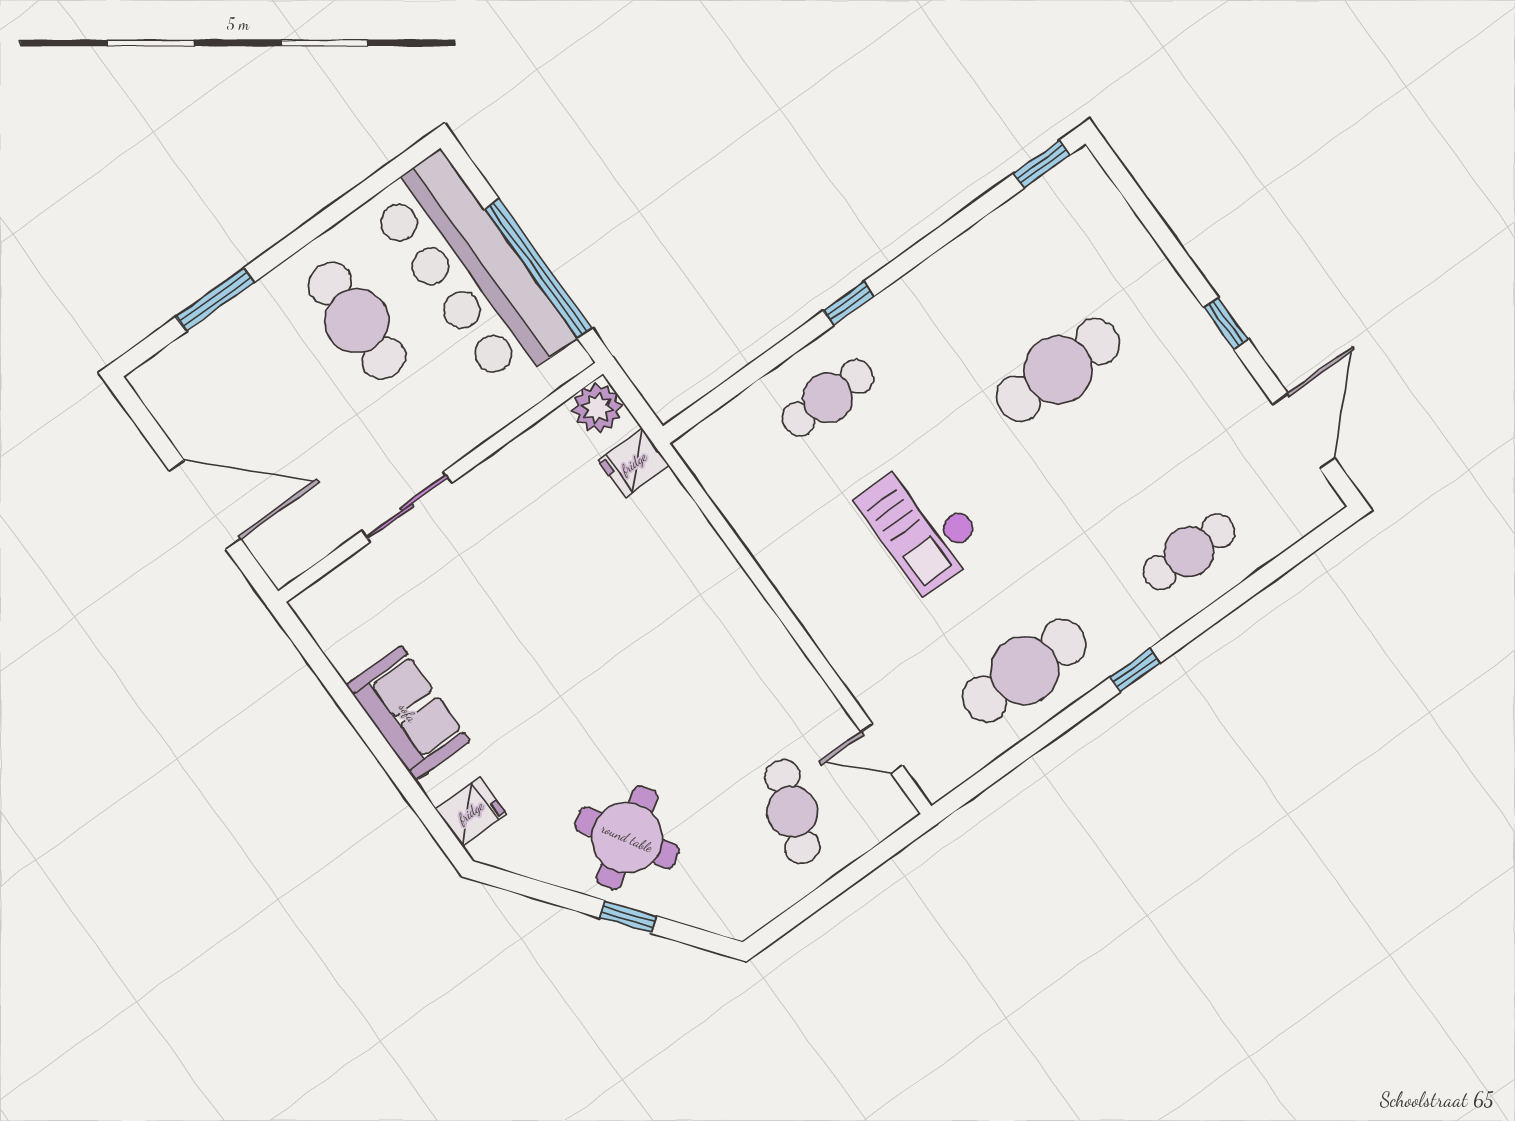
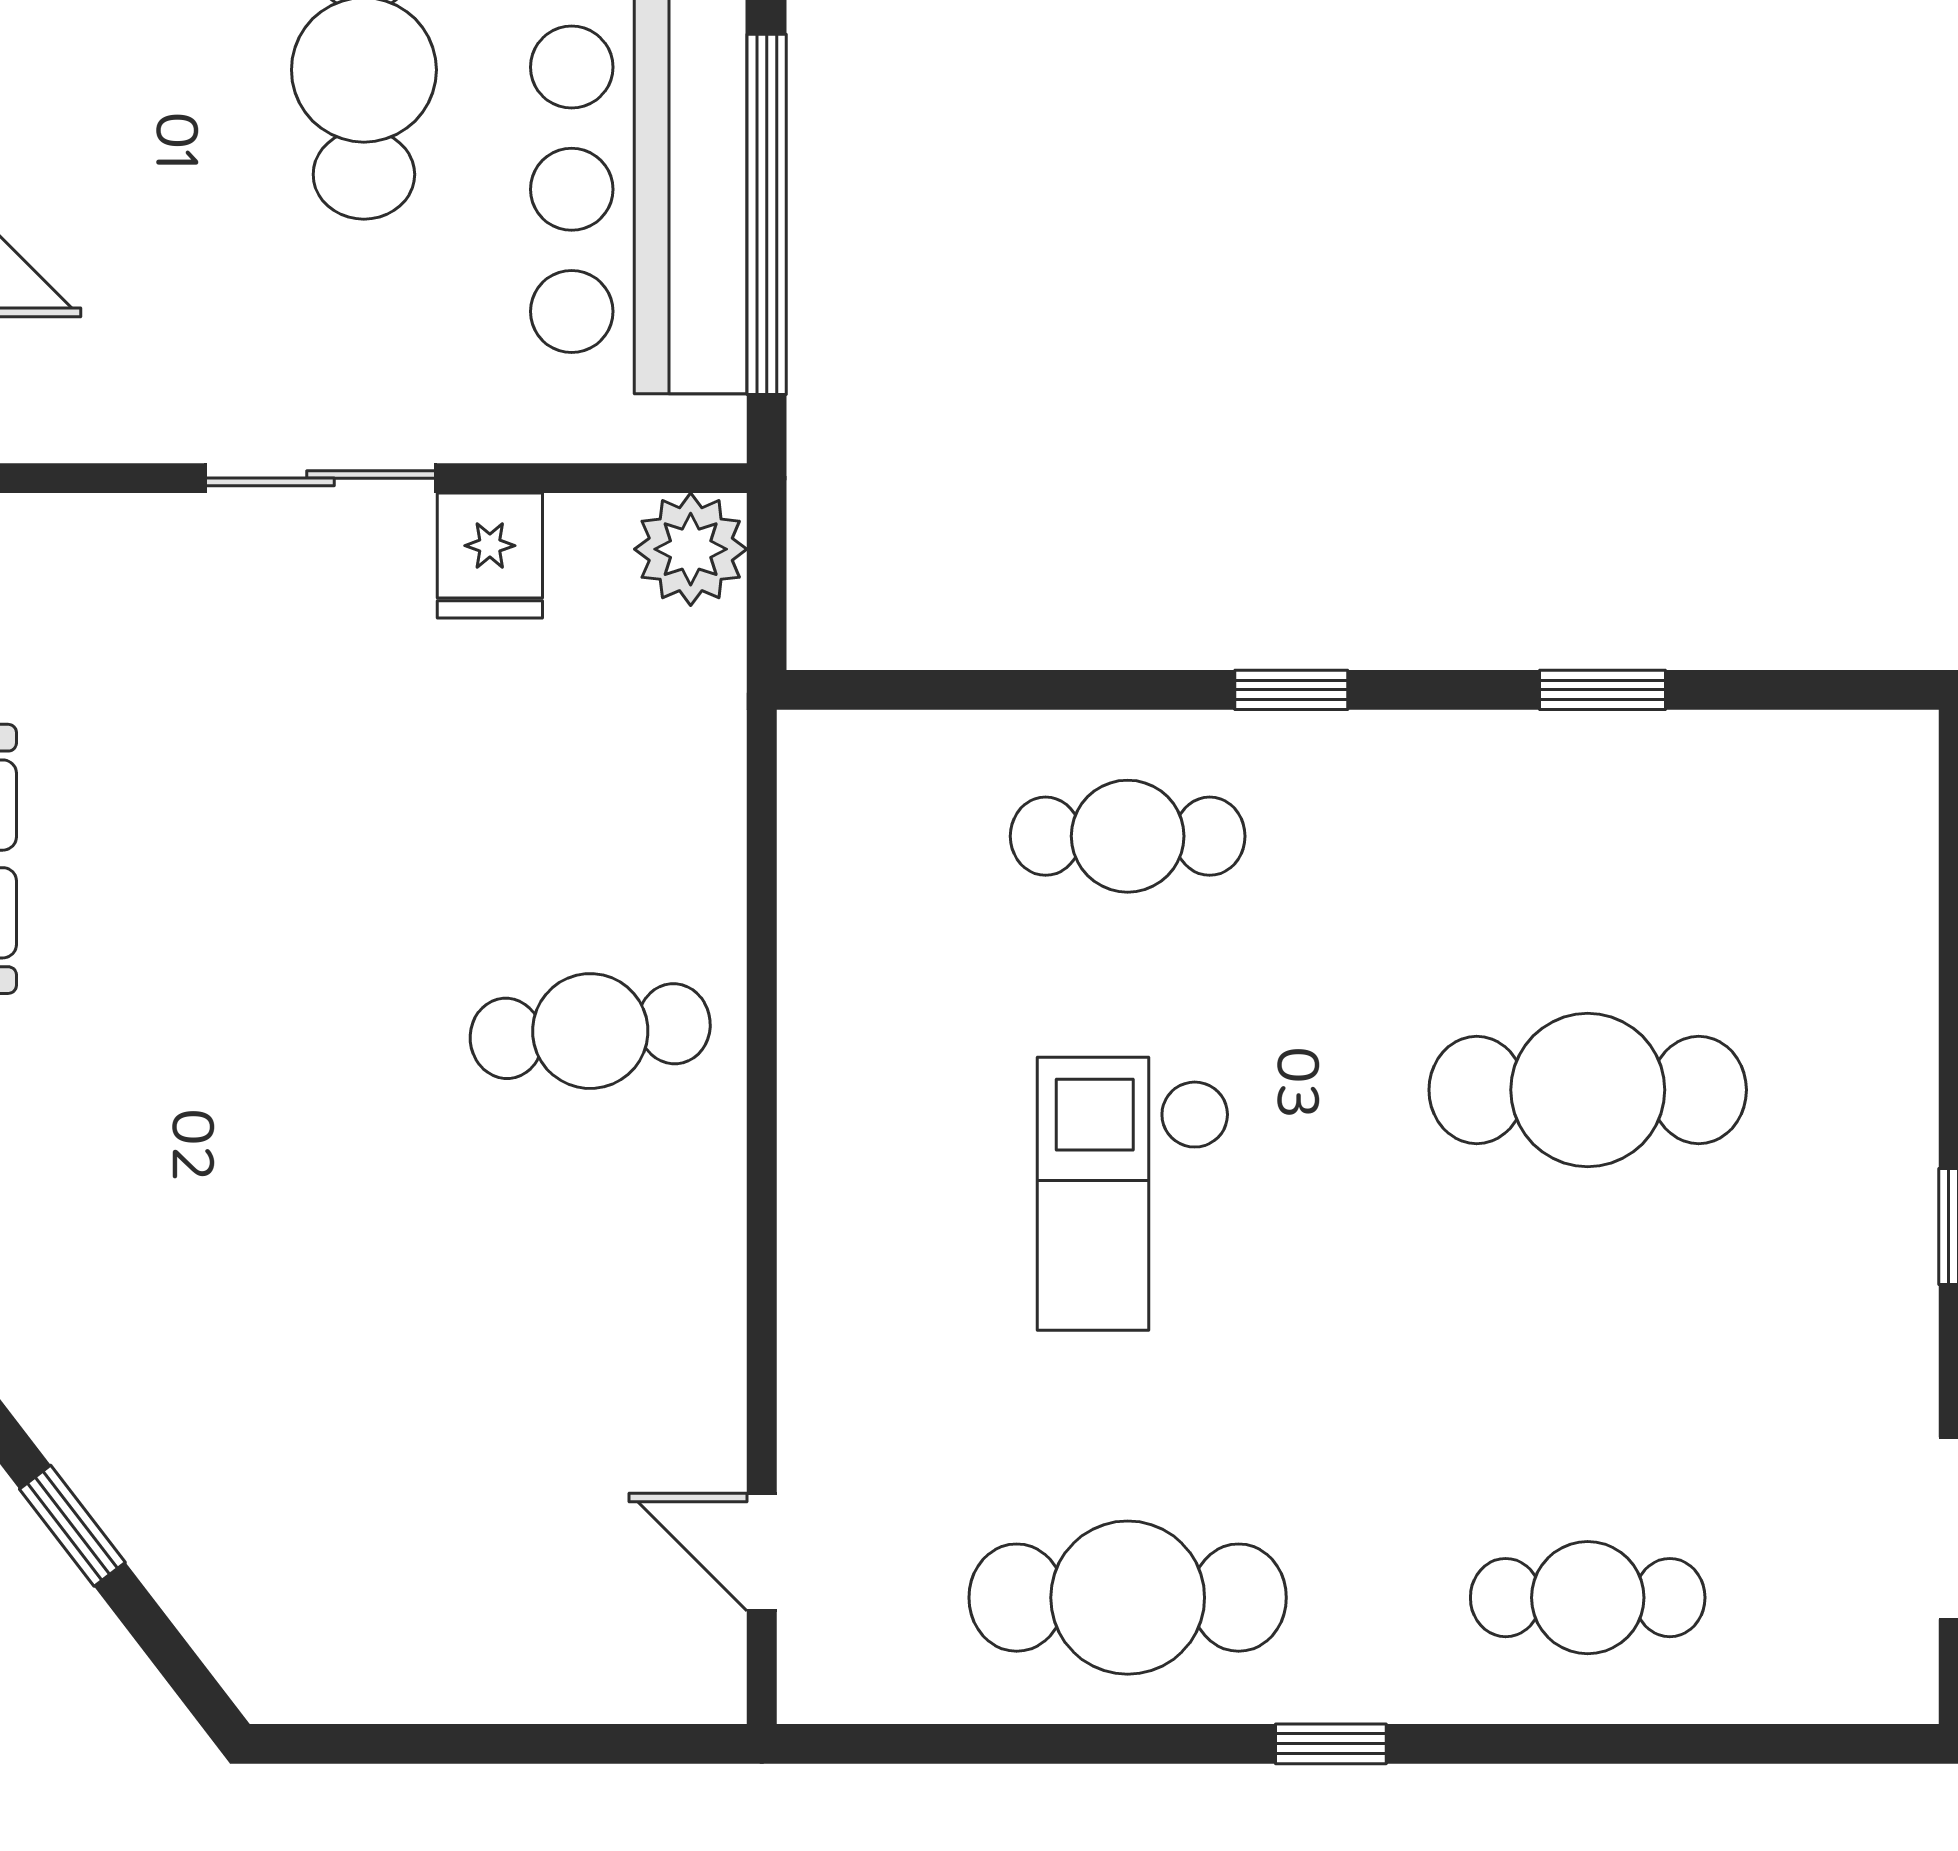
window: (1041, 164) -> (1602, 690), moved
fridge: (634, 463) -> (490, 556), moved, turned -90
sliding door: (407, 507) -> (321, 478), moved
cafe table: (792, 812) -> (590, 1031), moved, turned 65
round table: (627, 838) -> (175, 1379), removed

